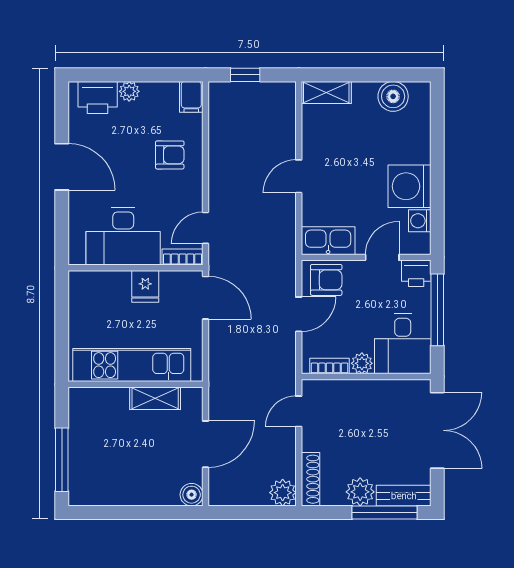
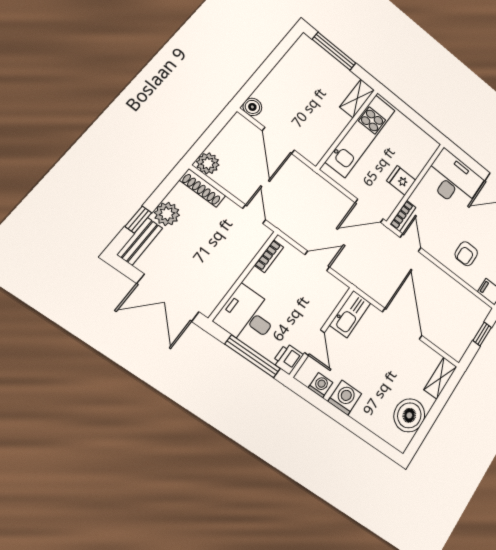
boiler: (393, 96) -> (409, 415), width x1.37, depth x1.37
door: (299, 176) -> (402, 324), width x1.88
washing machine: (409, 186) -> (345, 398), width x0.73, depth x0.73
desk: (123, 236) -> (453, 180), moved, turned 90
armchair: (326, 280) -> (326, 295), removed
door: (299, 314) -> (317, 261), swing flipped
plant: (362, 363) -> (255, 279), removed
shelving: (155, 398) -> (357, 98), moved
window: (385, 512) -> (138, 220), width x0.46

